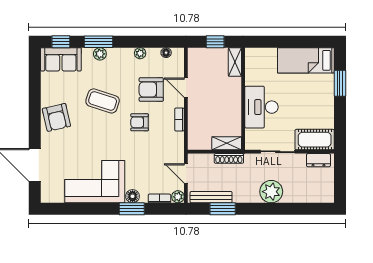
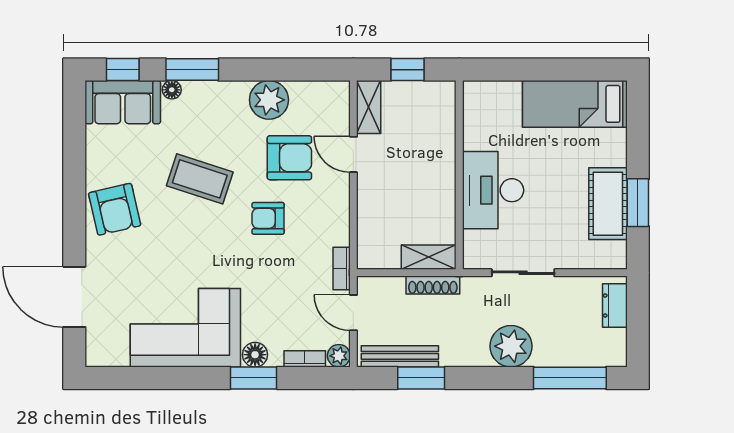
plant: (140, 53) -> (269, 100), width x1.88, depth x1.88
floor lamp: (166, 53) -> (172, 90), moved
plant: (100, 54) -> (195, 92), removed
shelving: (235, 62) -> (369, 107), moved
window: (340, 83) -> (638, 203), moved
armchair: (151, 89) -> (289, 158), turned 180
bookcase: (179, 120) -> (342, 269), moved
cot: (315, 140) -> (608, 204), moved, turned 90
dresser: (318, 160) -> (615, 306), moved, turned 90
window: (303, 209) -> (570, 378), added

